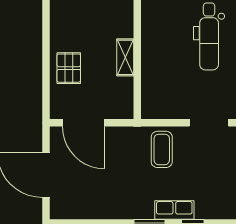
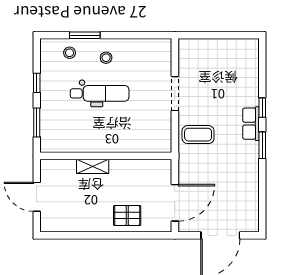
shelving: (125, 57) -> (93, 166), moved

